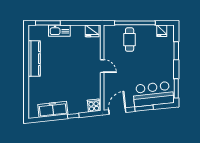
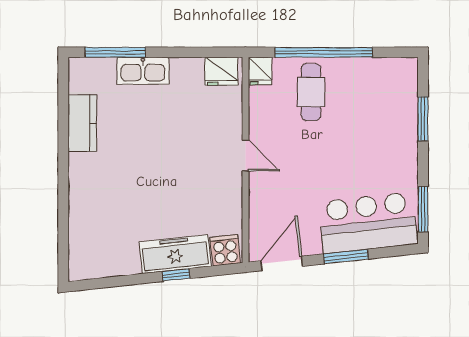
fridge: (162, 31) -> (260, 71), moved
kitchen counter: (34, 59) -> (82, 123), width x0.67
freezer: (53, 109) -> (175, 254), moved

